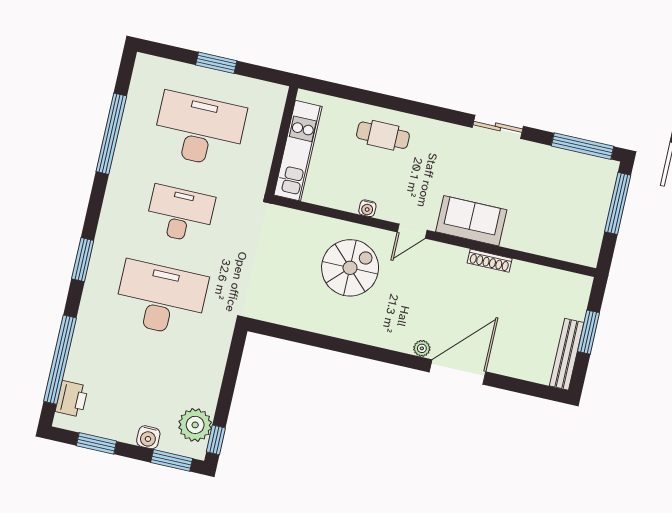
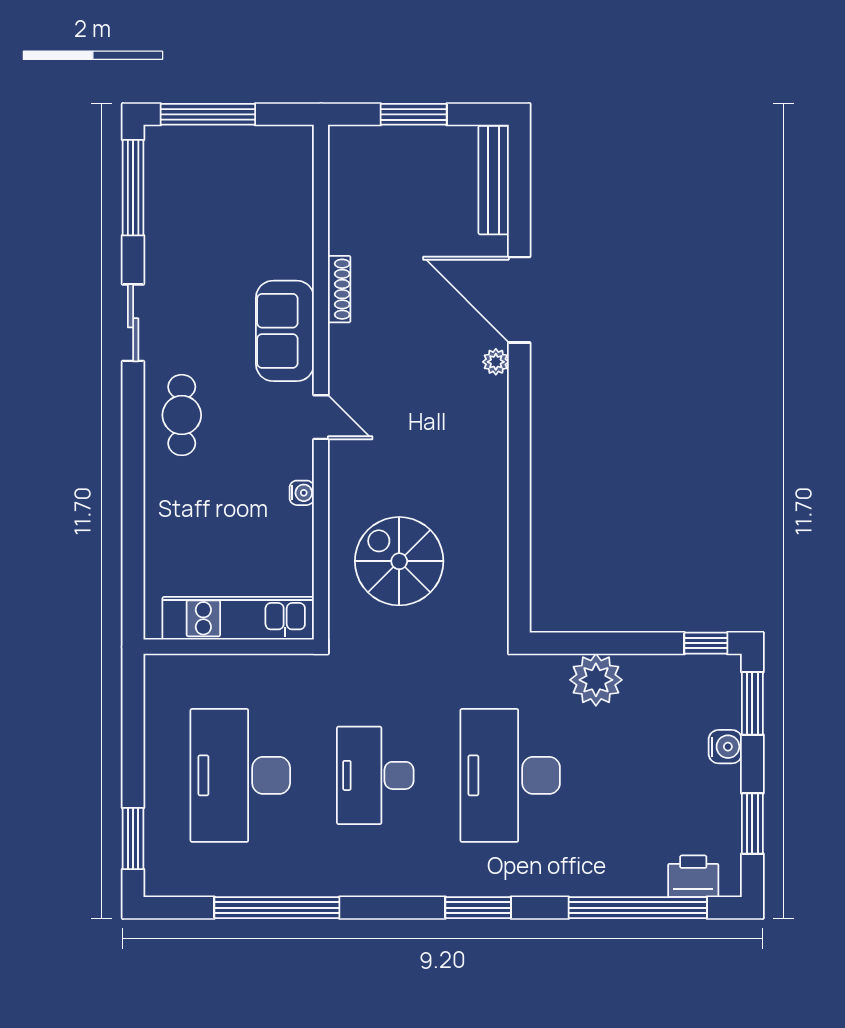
window: (216, 63) -> (133, 838), moved
cafe table: (383, 135) -> (182, 415), moved
spiral stairs: (350, 268) -> (399, 561), moved
bench: (567, 354) -> (494, 180), moved, turned 90
plant: (195, 425) -> (596, 680), moved

